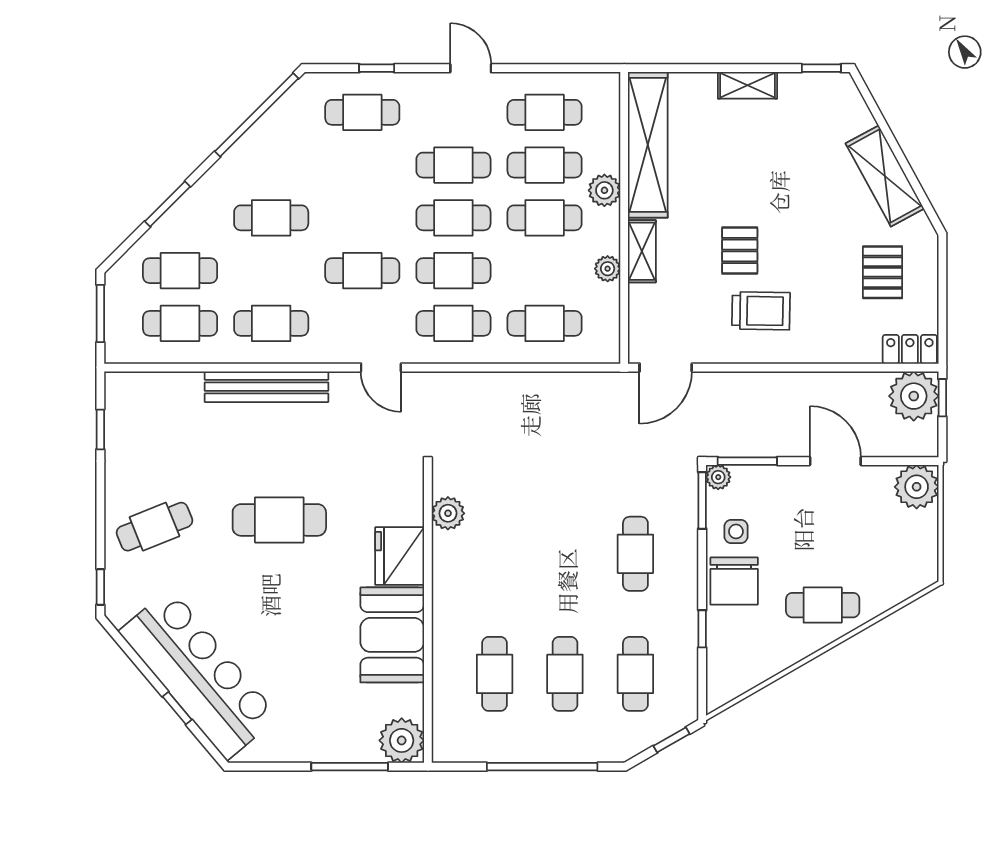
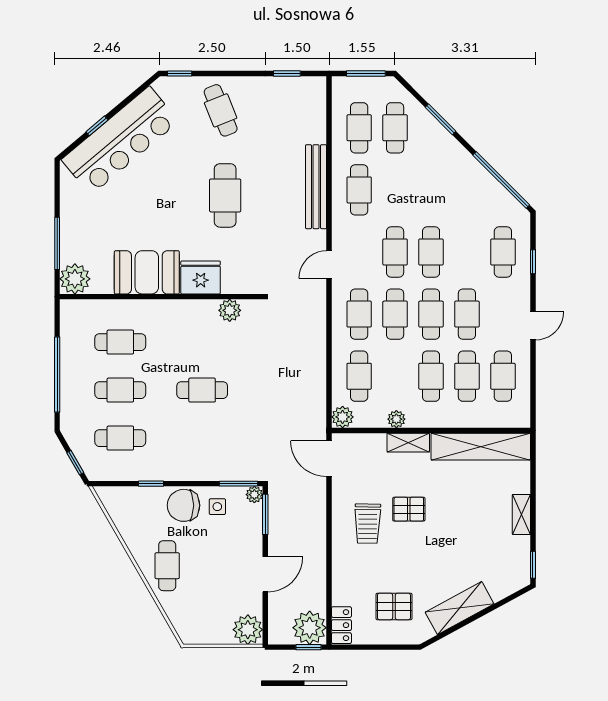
plant: (604, 190) -> (343, 417), moved
cafe table: (271, 218) -> (431, 252), moved
cafe table: (635, 554) -> (202, 390), moved

